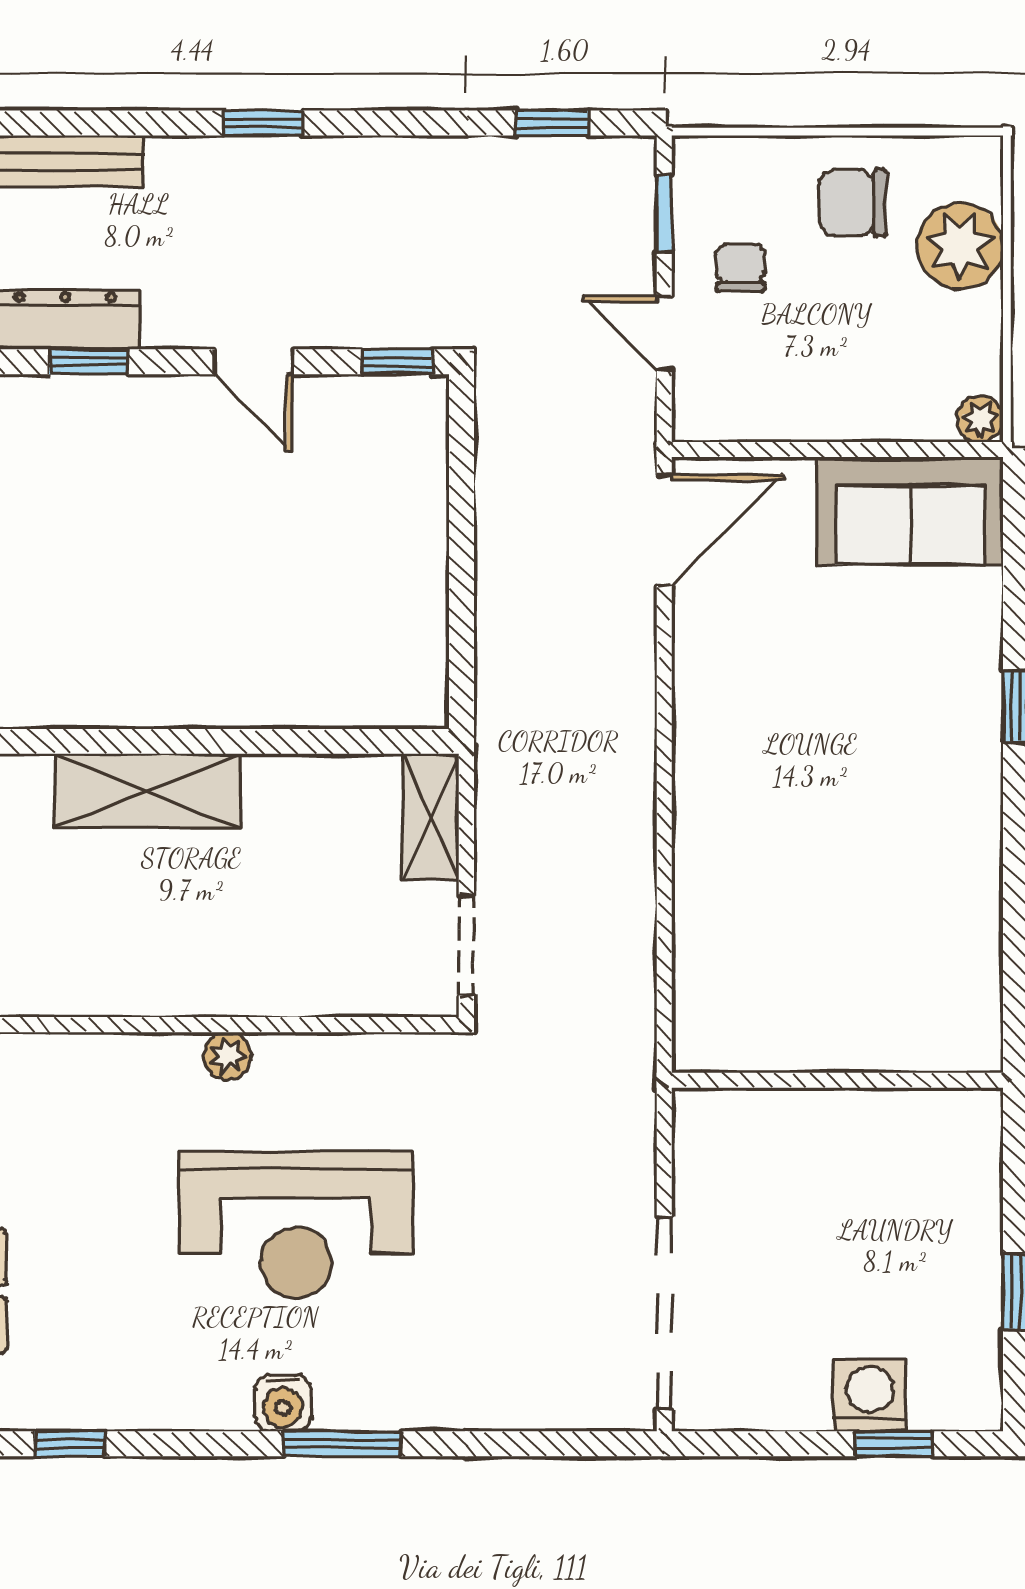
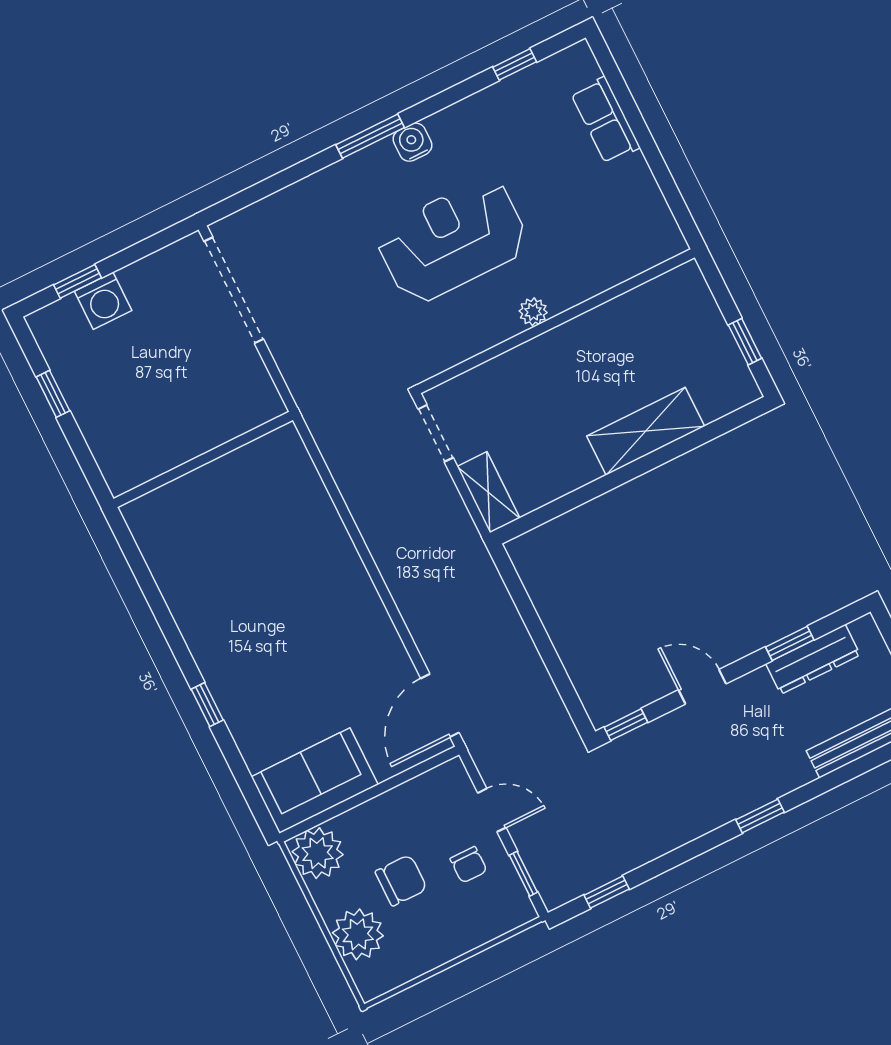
chair: (853, 203) -> (401, 880), moved
plant: (980, 419) -> (318, 853), width x1.87, depth x1.87

